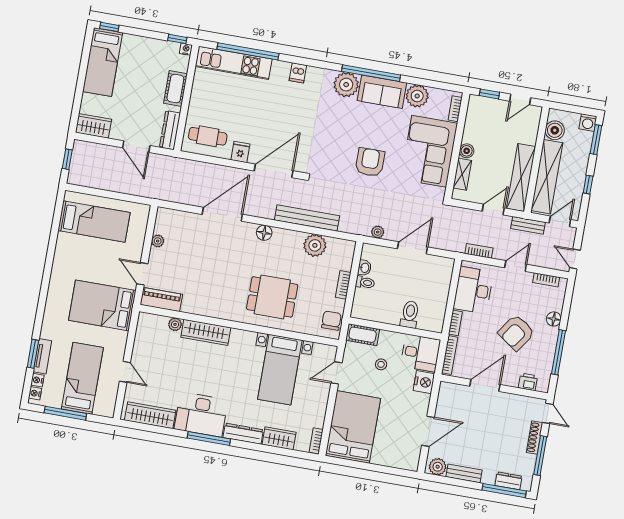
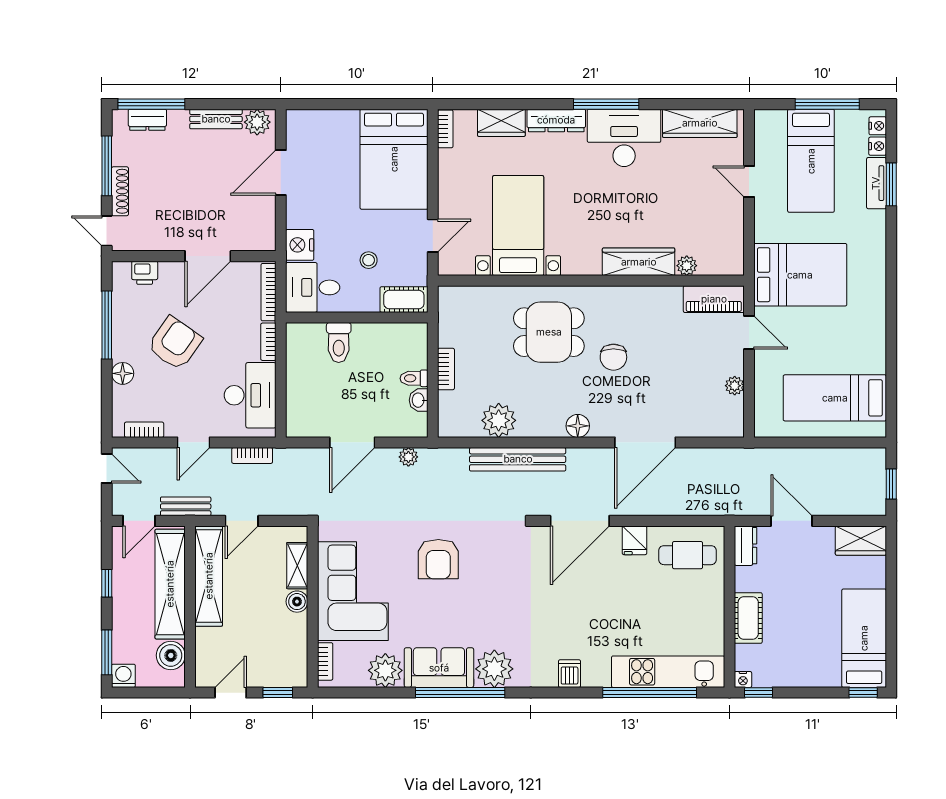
dresser: (170, 130) -> (745, 546), width x0.70
chair: (331, 321) -> (613, 357), moved

